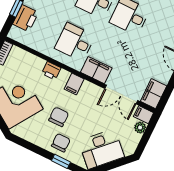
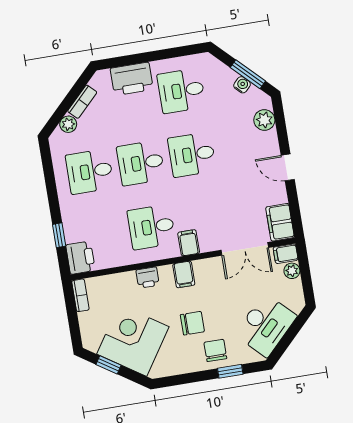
printer: (26, 18) -> (80, 258), moved
filing cabinet: (96, 70) -> (189, 243), width x0.50
chair: (59, 117) -> (192, 323), turned 90

